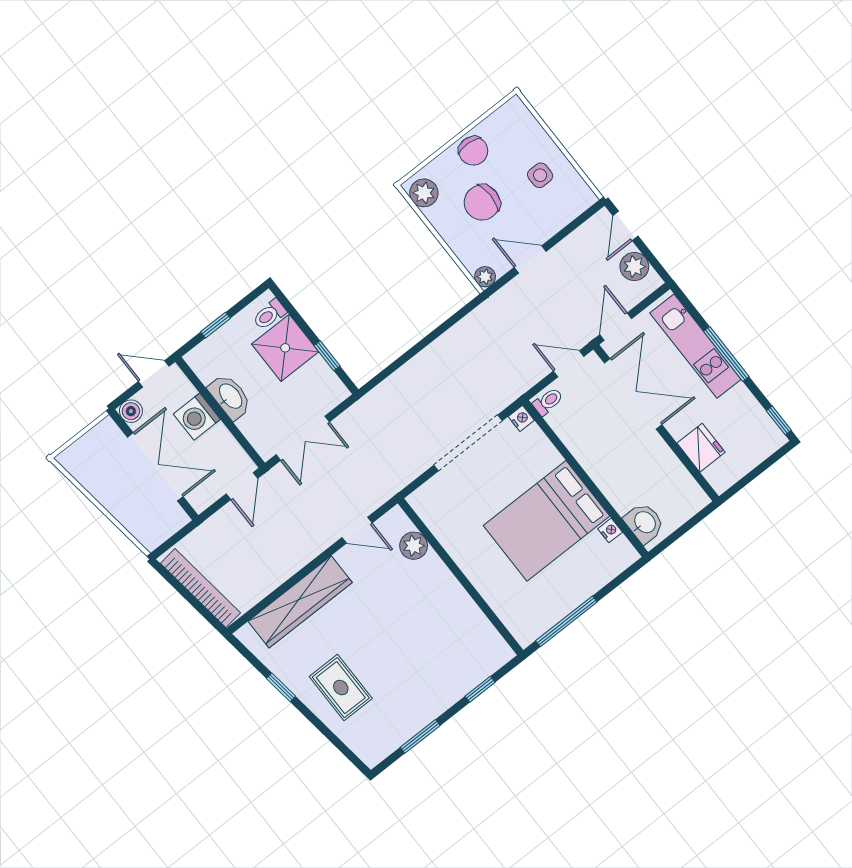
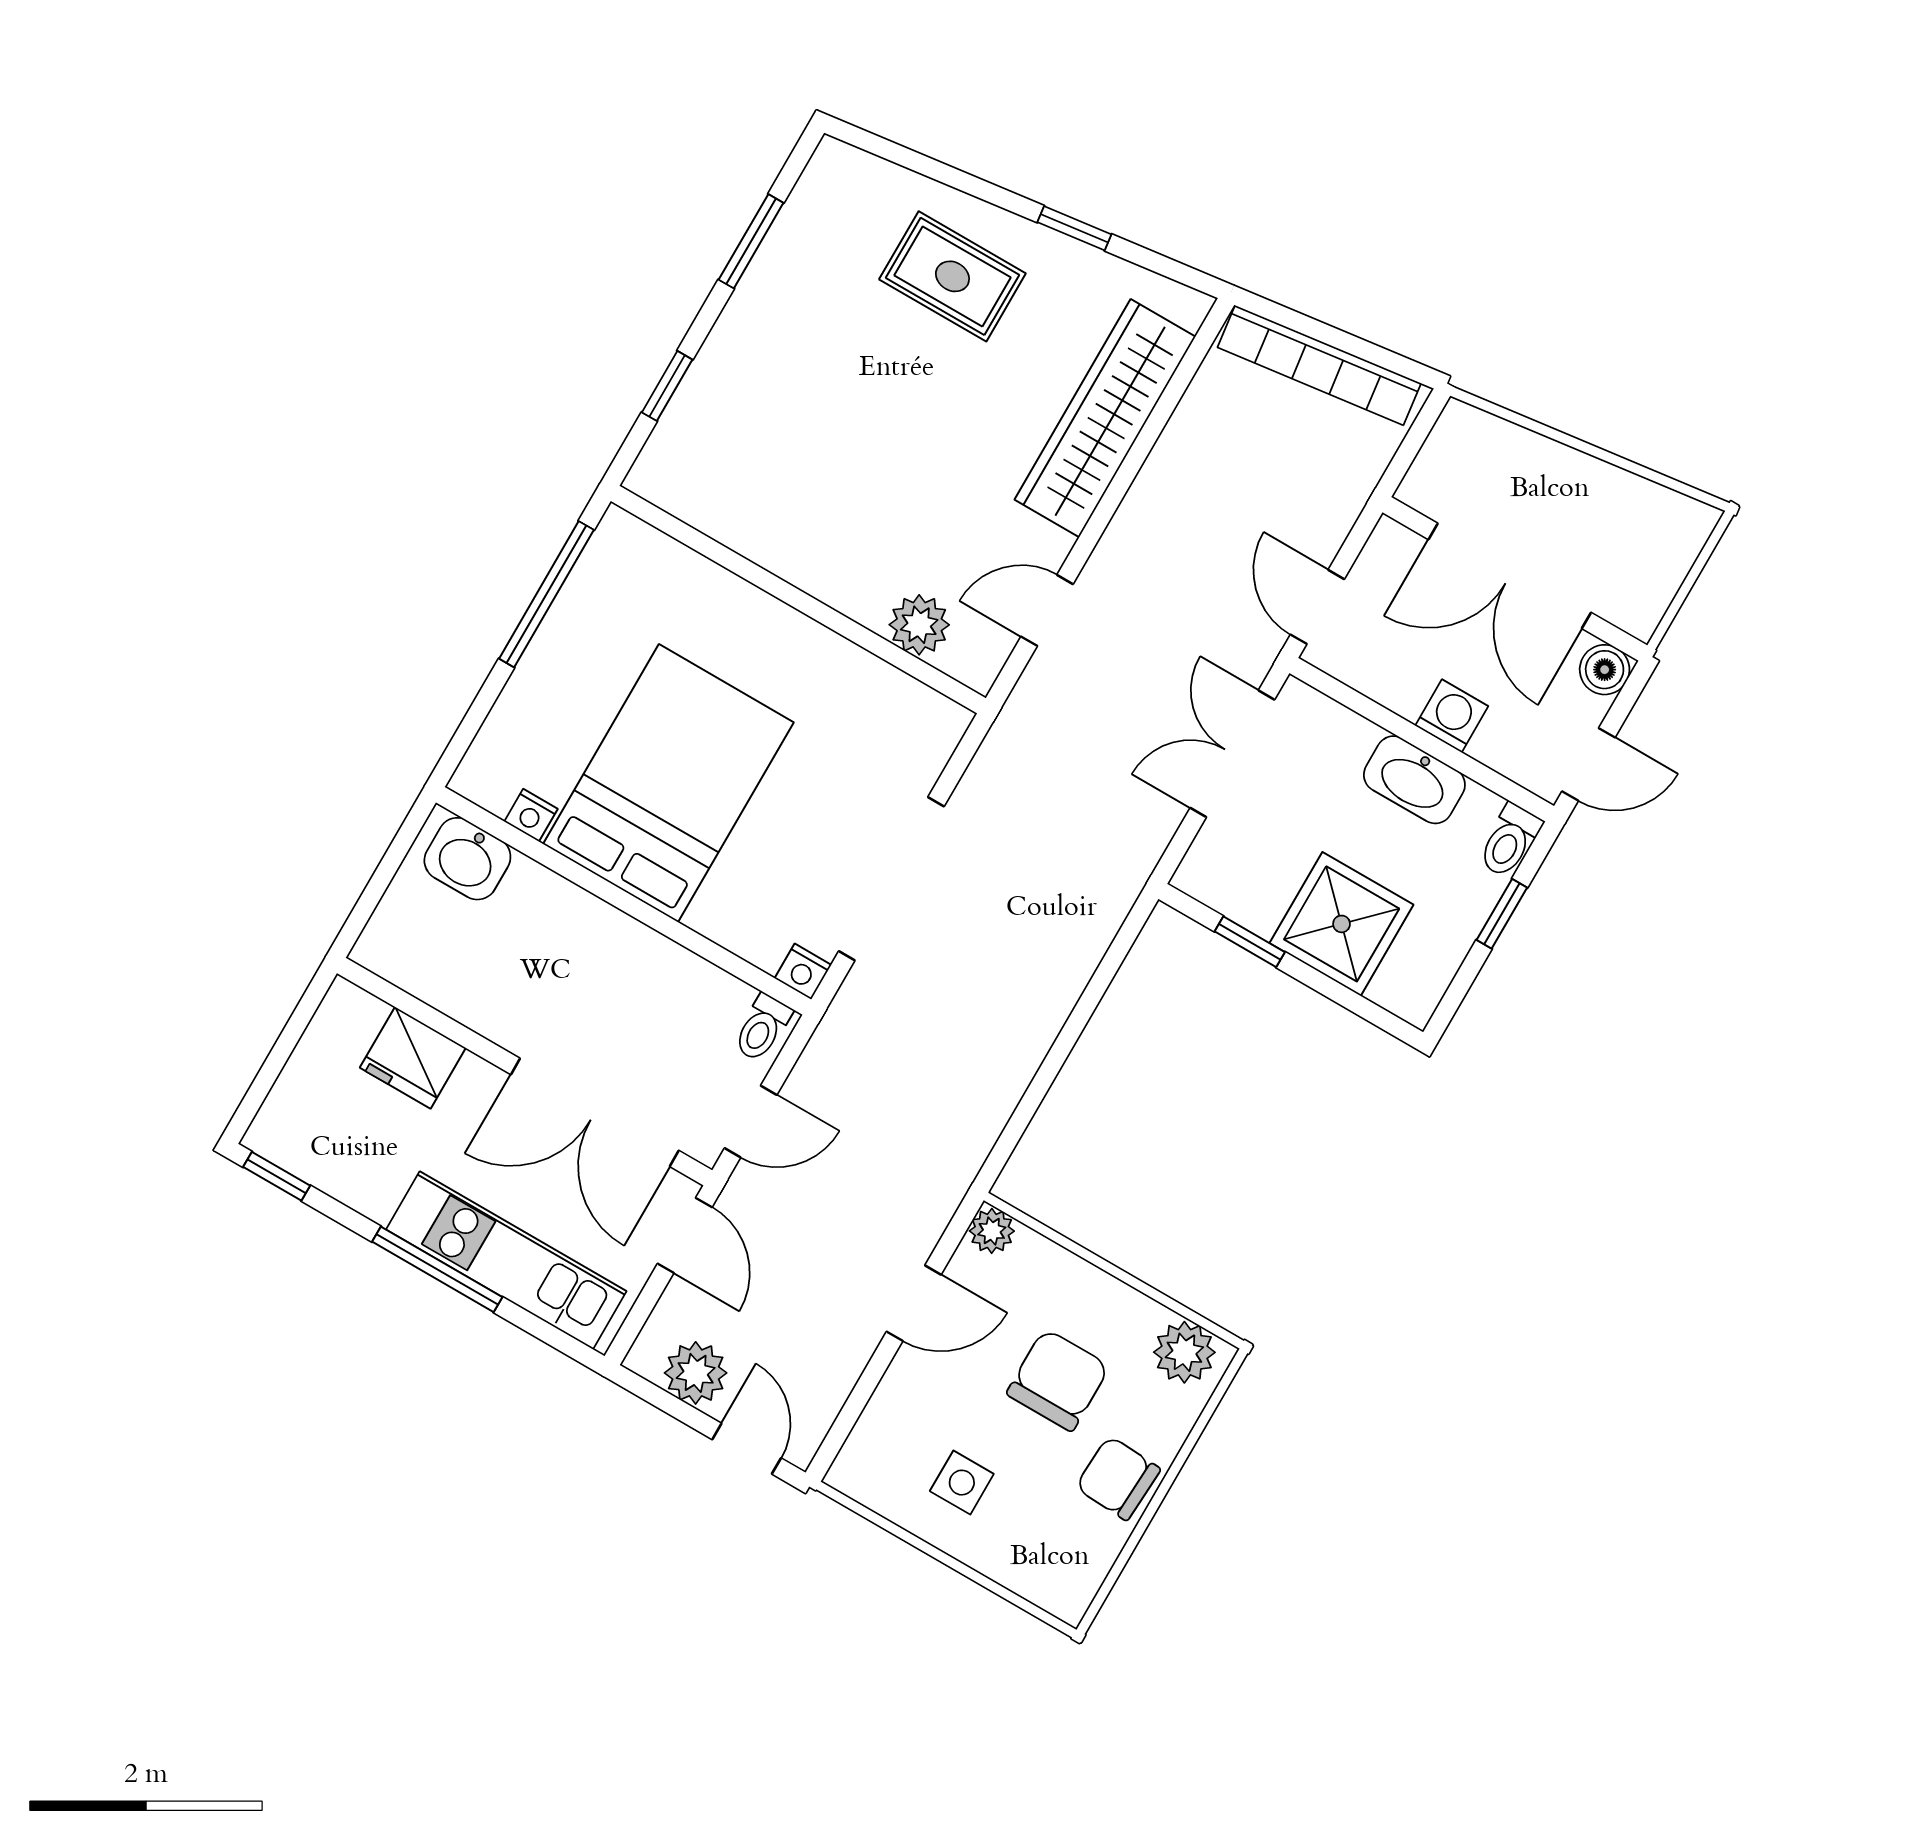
toilet: (269, 315) -> (1510, 841), moved, turned 180
washing machine: (197, 417) -> (1452, 716), width x0.73, depth x0.73

